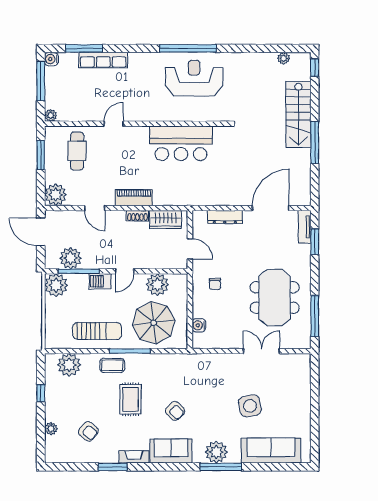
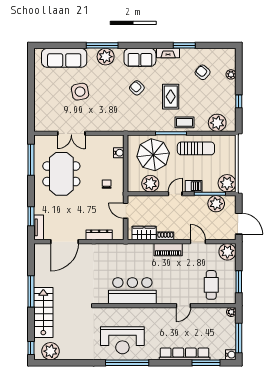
plant: (284, 58) -> (50, 351), width x1.88, depth x1.88
row of seats: (103, 60) -> (185, 354), width x1.36
sun lounger: (97, 331) -> (196, 148), turned 180

